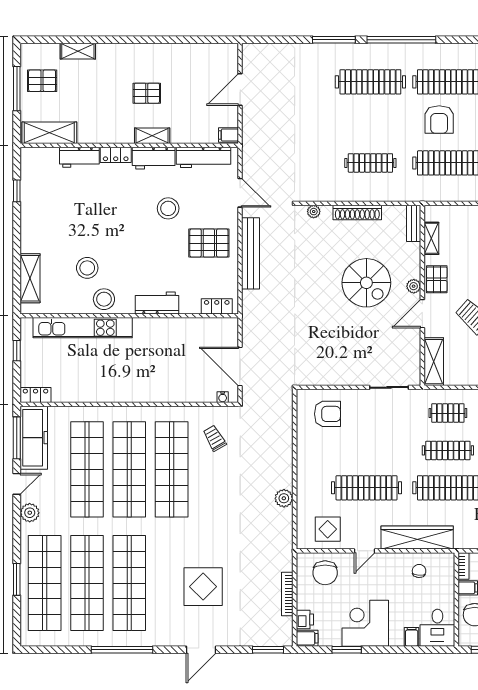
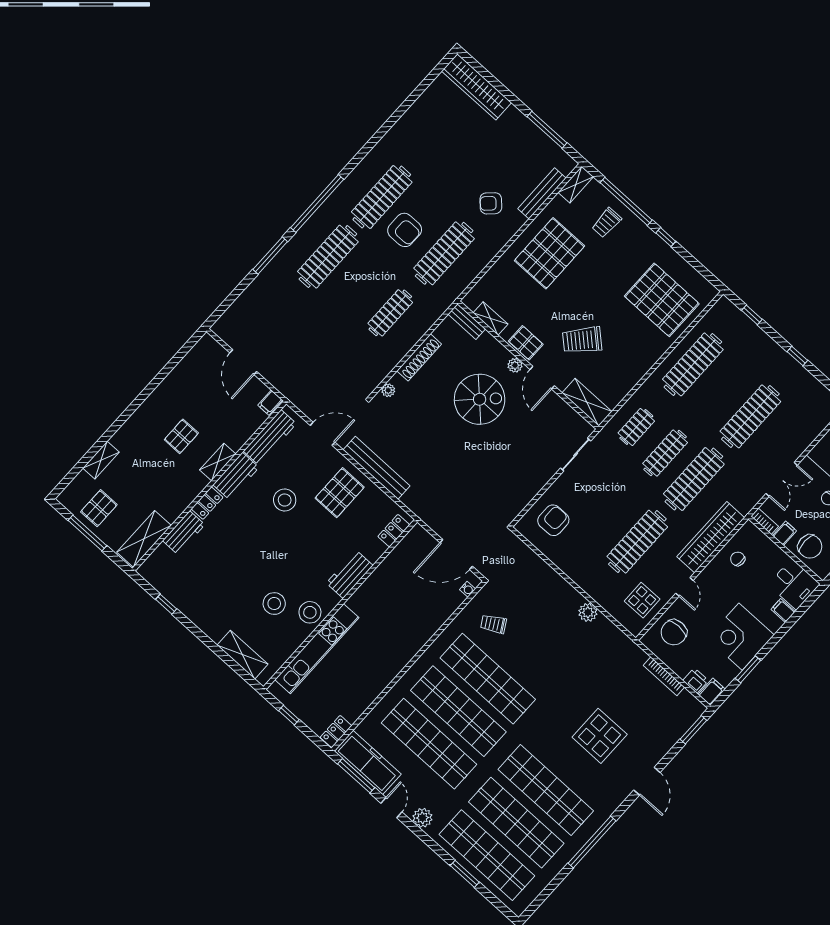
chair: (325, 573) -> (674, 632), turned 90

